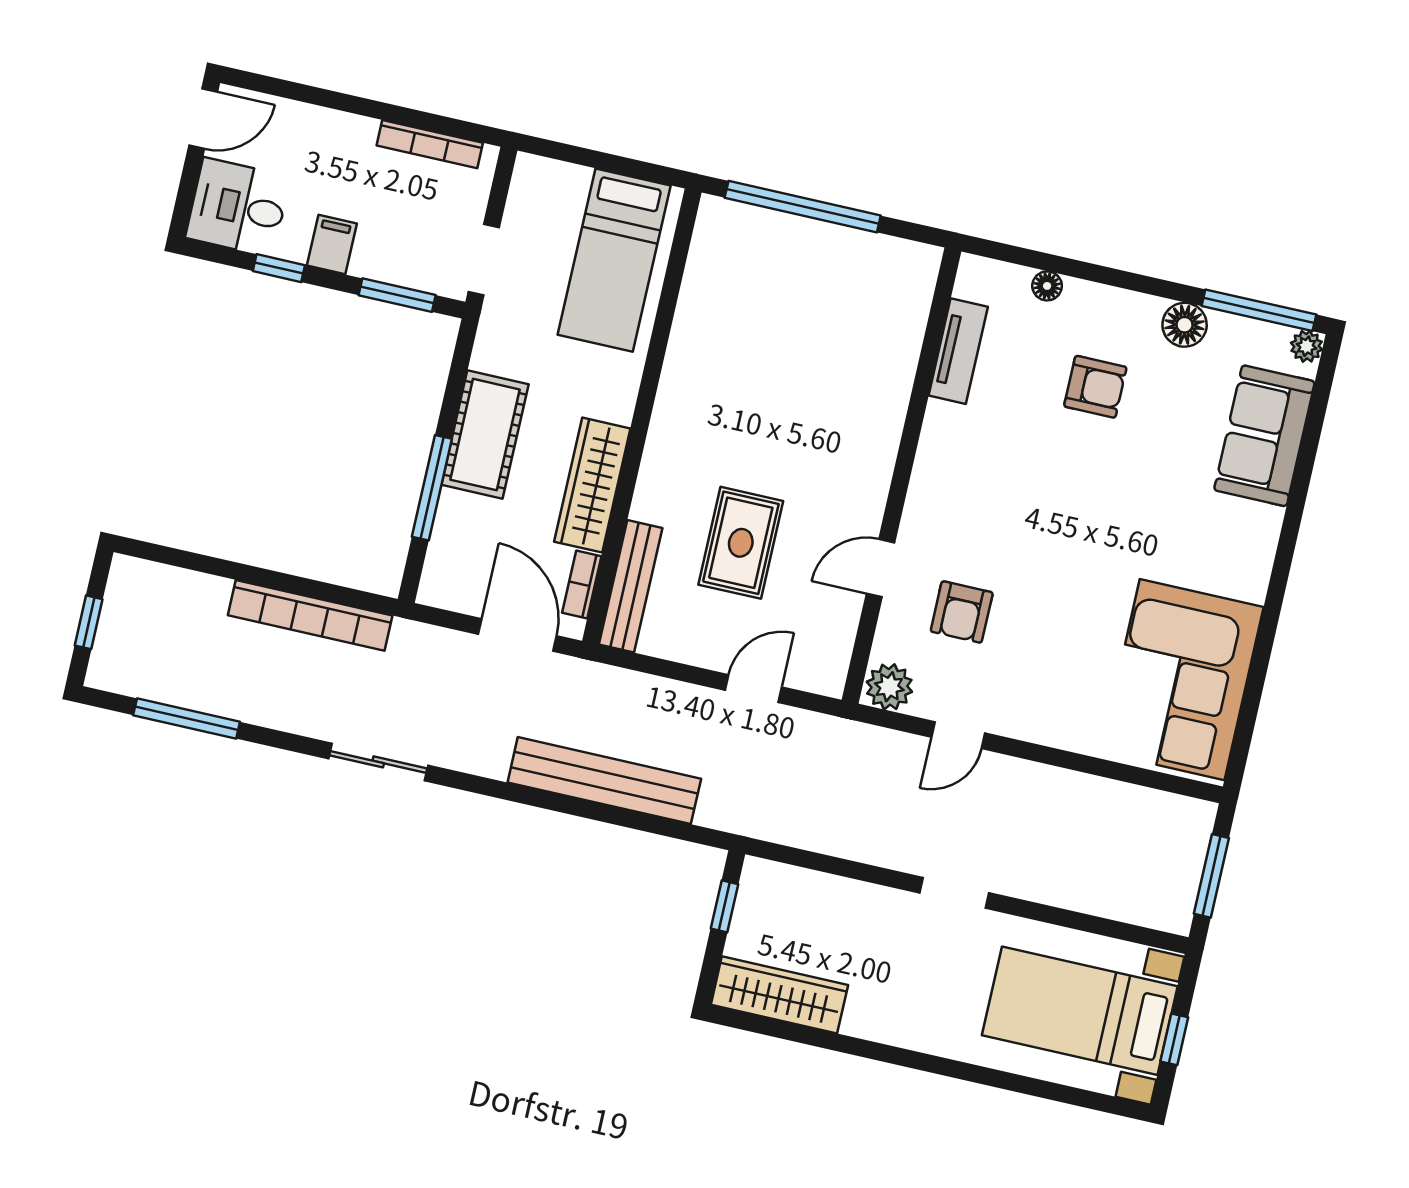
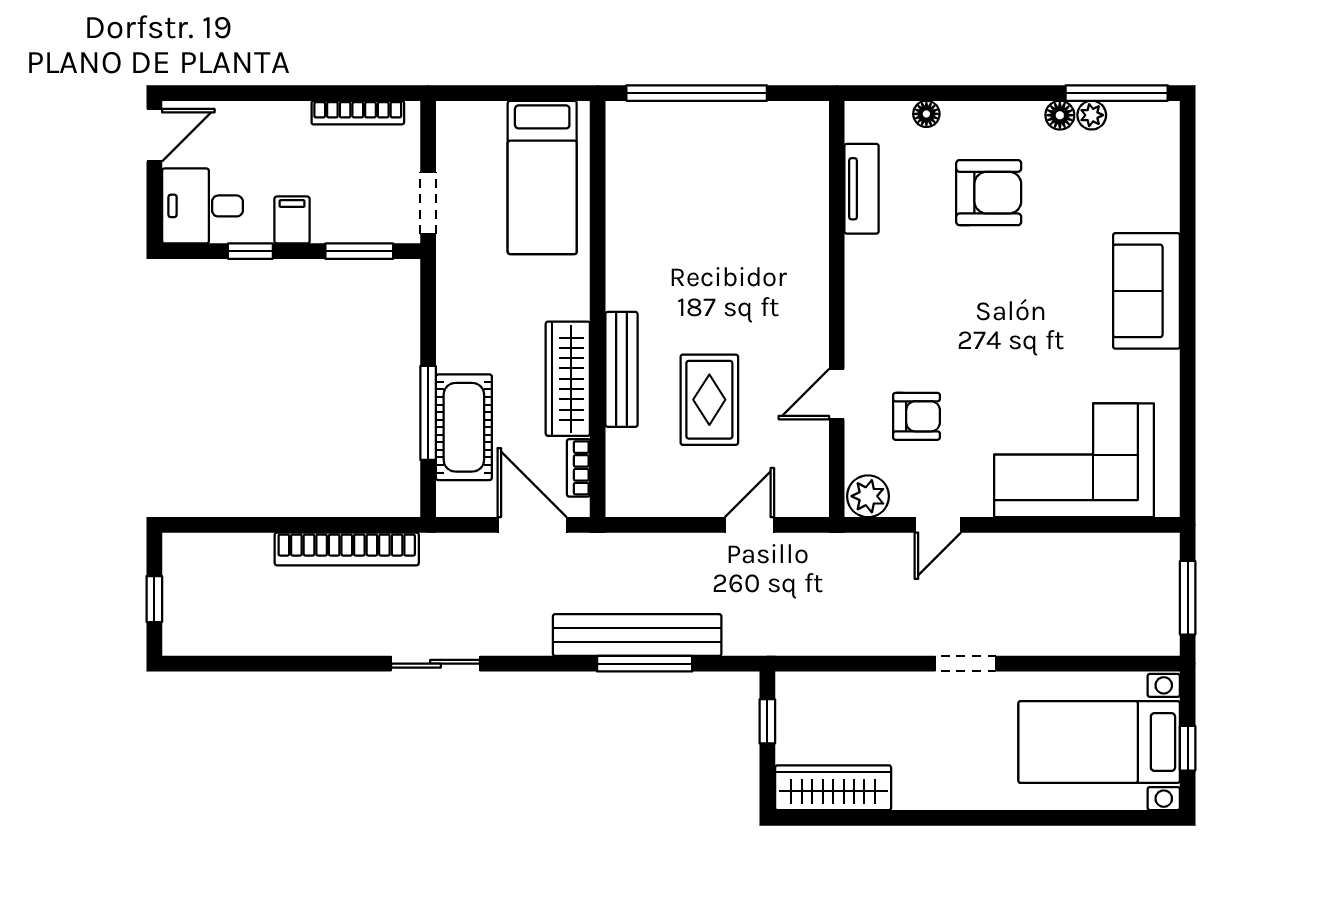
floor lamp: (1185, 325) -> (1060, 115), width x0.73, depth x0.73
plant: (1307, 346) -> (1092, 115), moved
armchair: (1095, 387) -> (989, 193), width x1.38, depth x1.38
cot: (485, 435) -> (464, 427), moved
sofa: (1264, 436) -> (1146, 291), moved
bench: (631, 586) -> (622, 369), moved
armchair: (962, 612) -> (916, 416), turned -90
corner sofa: (1182, 680) -> (1074, 460), moved, turned 90
window: (187, 718) -> (645, 664), moved

